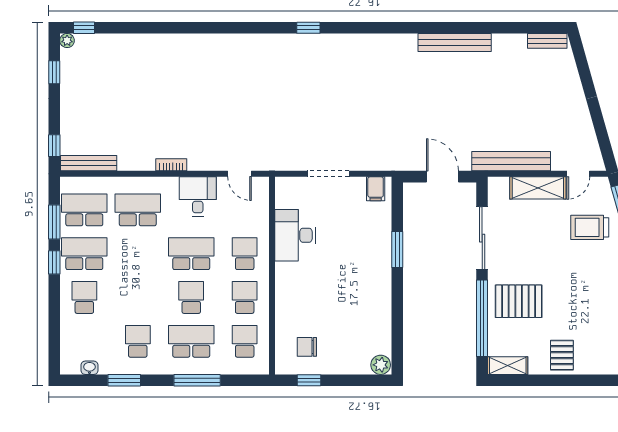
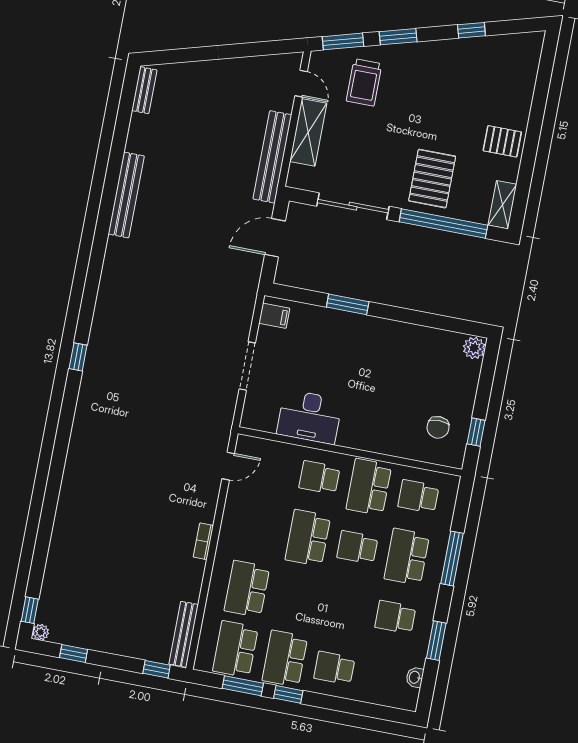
desk: (198, 196) -> (245, 518), removed
school desk: (245, 297) -> (369, 487), width x1.85

